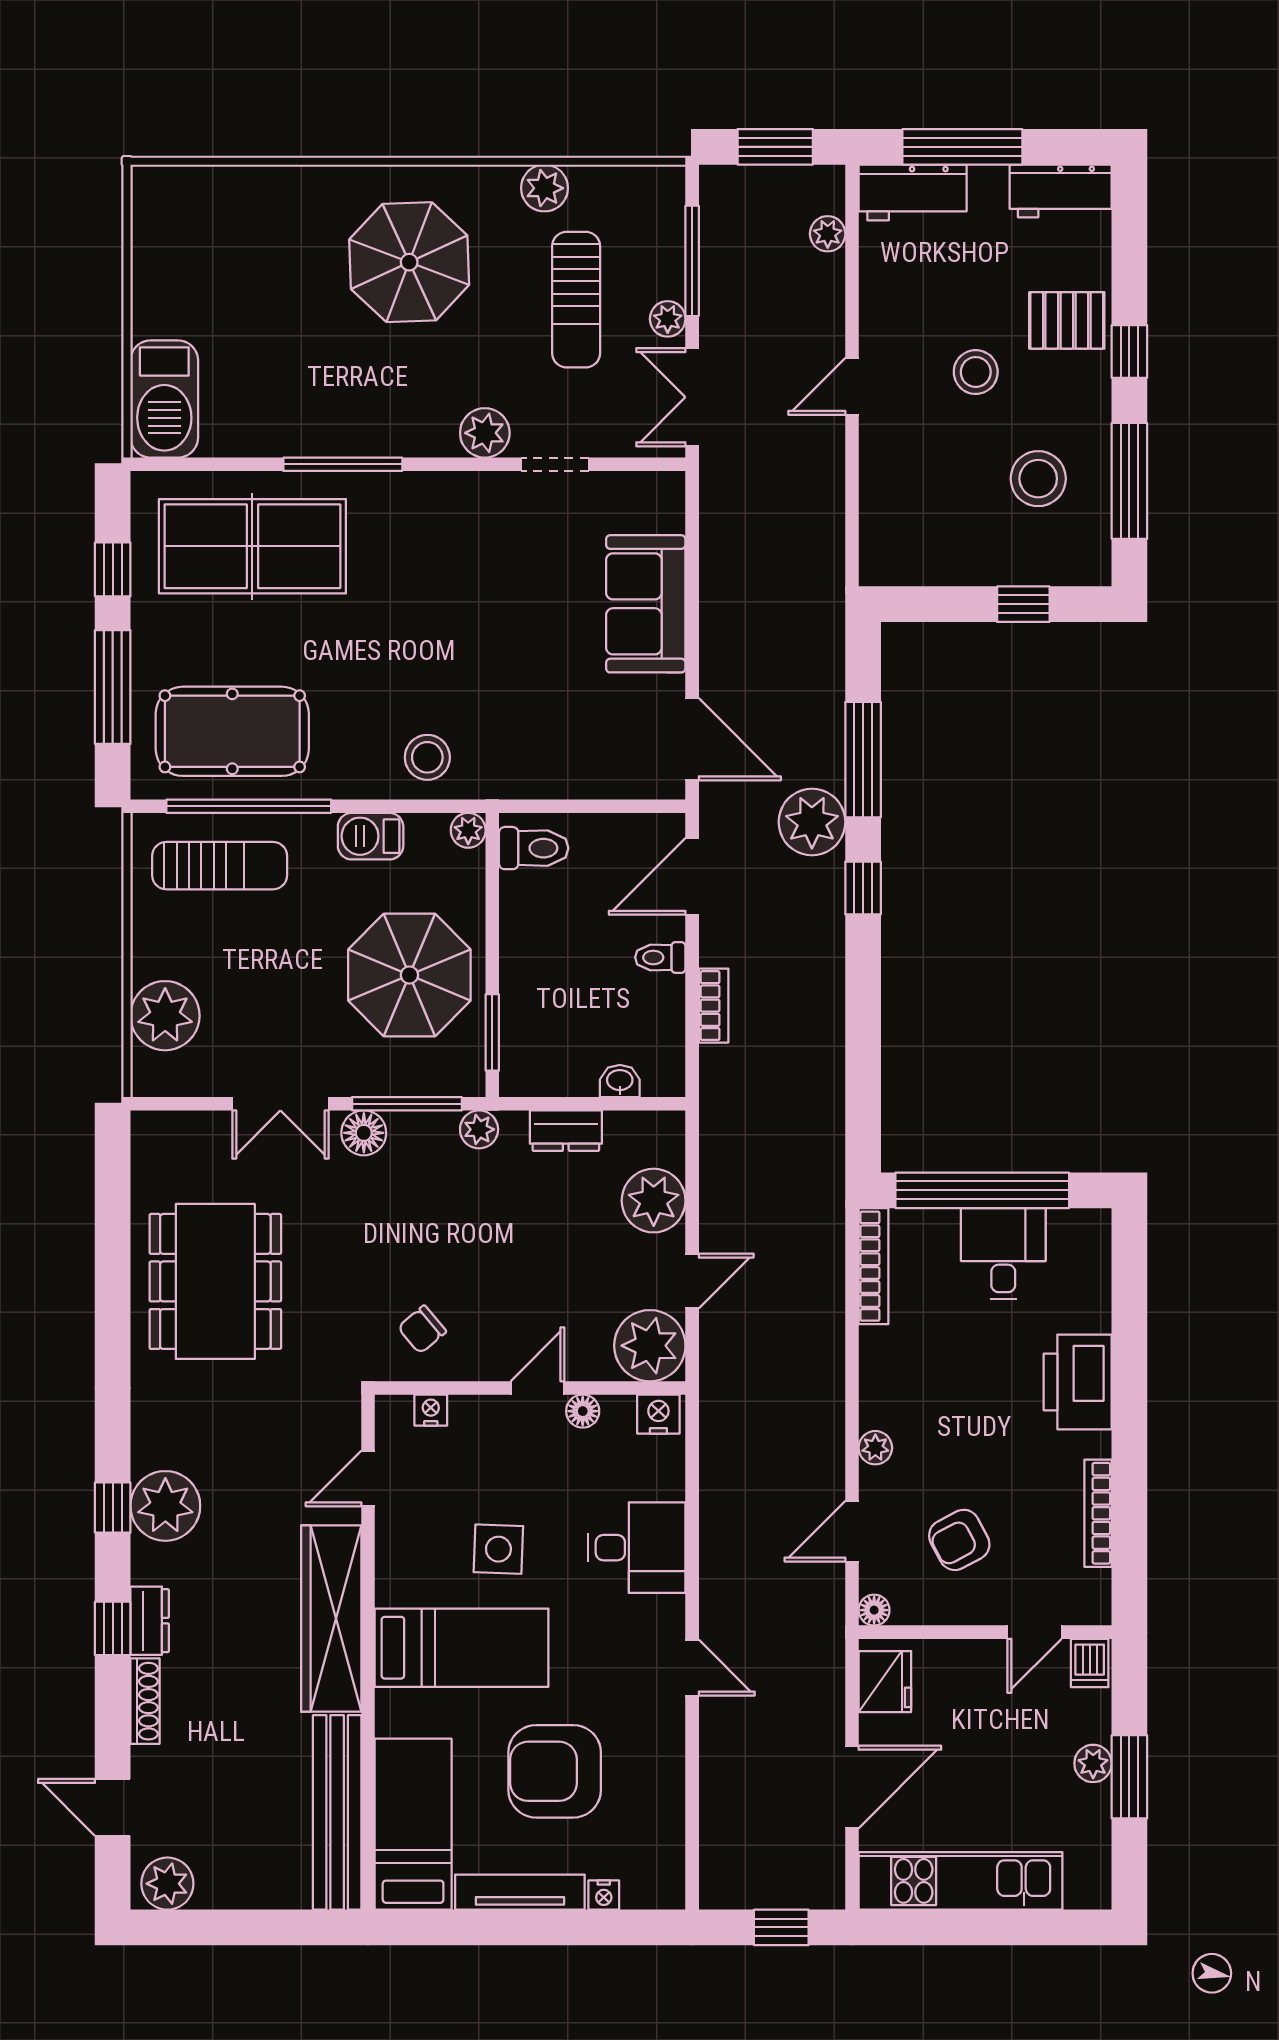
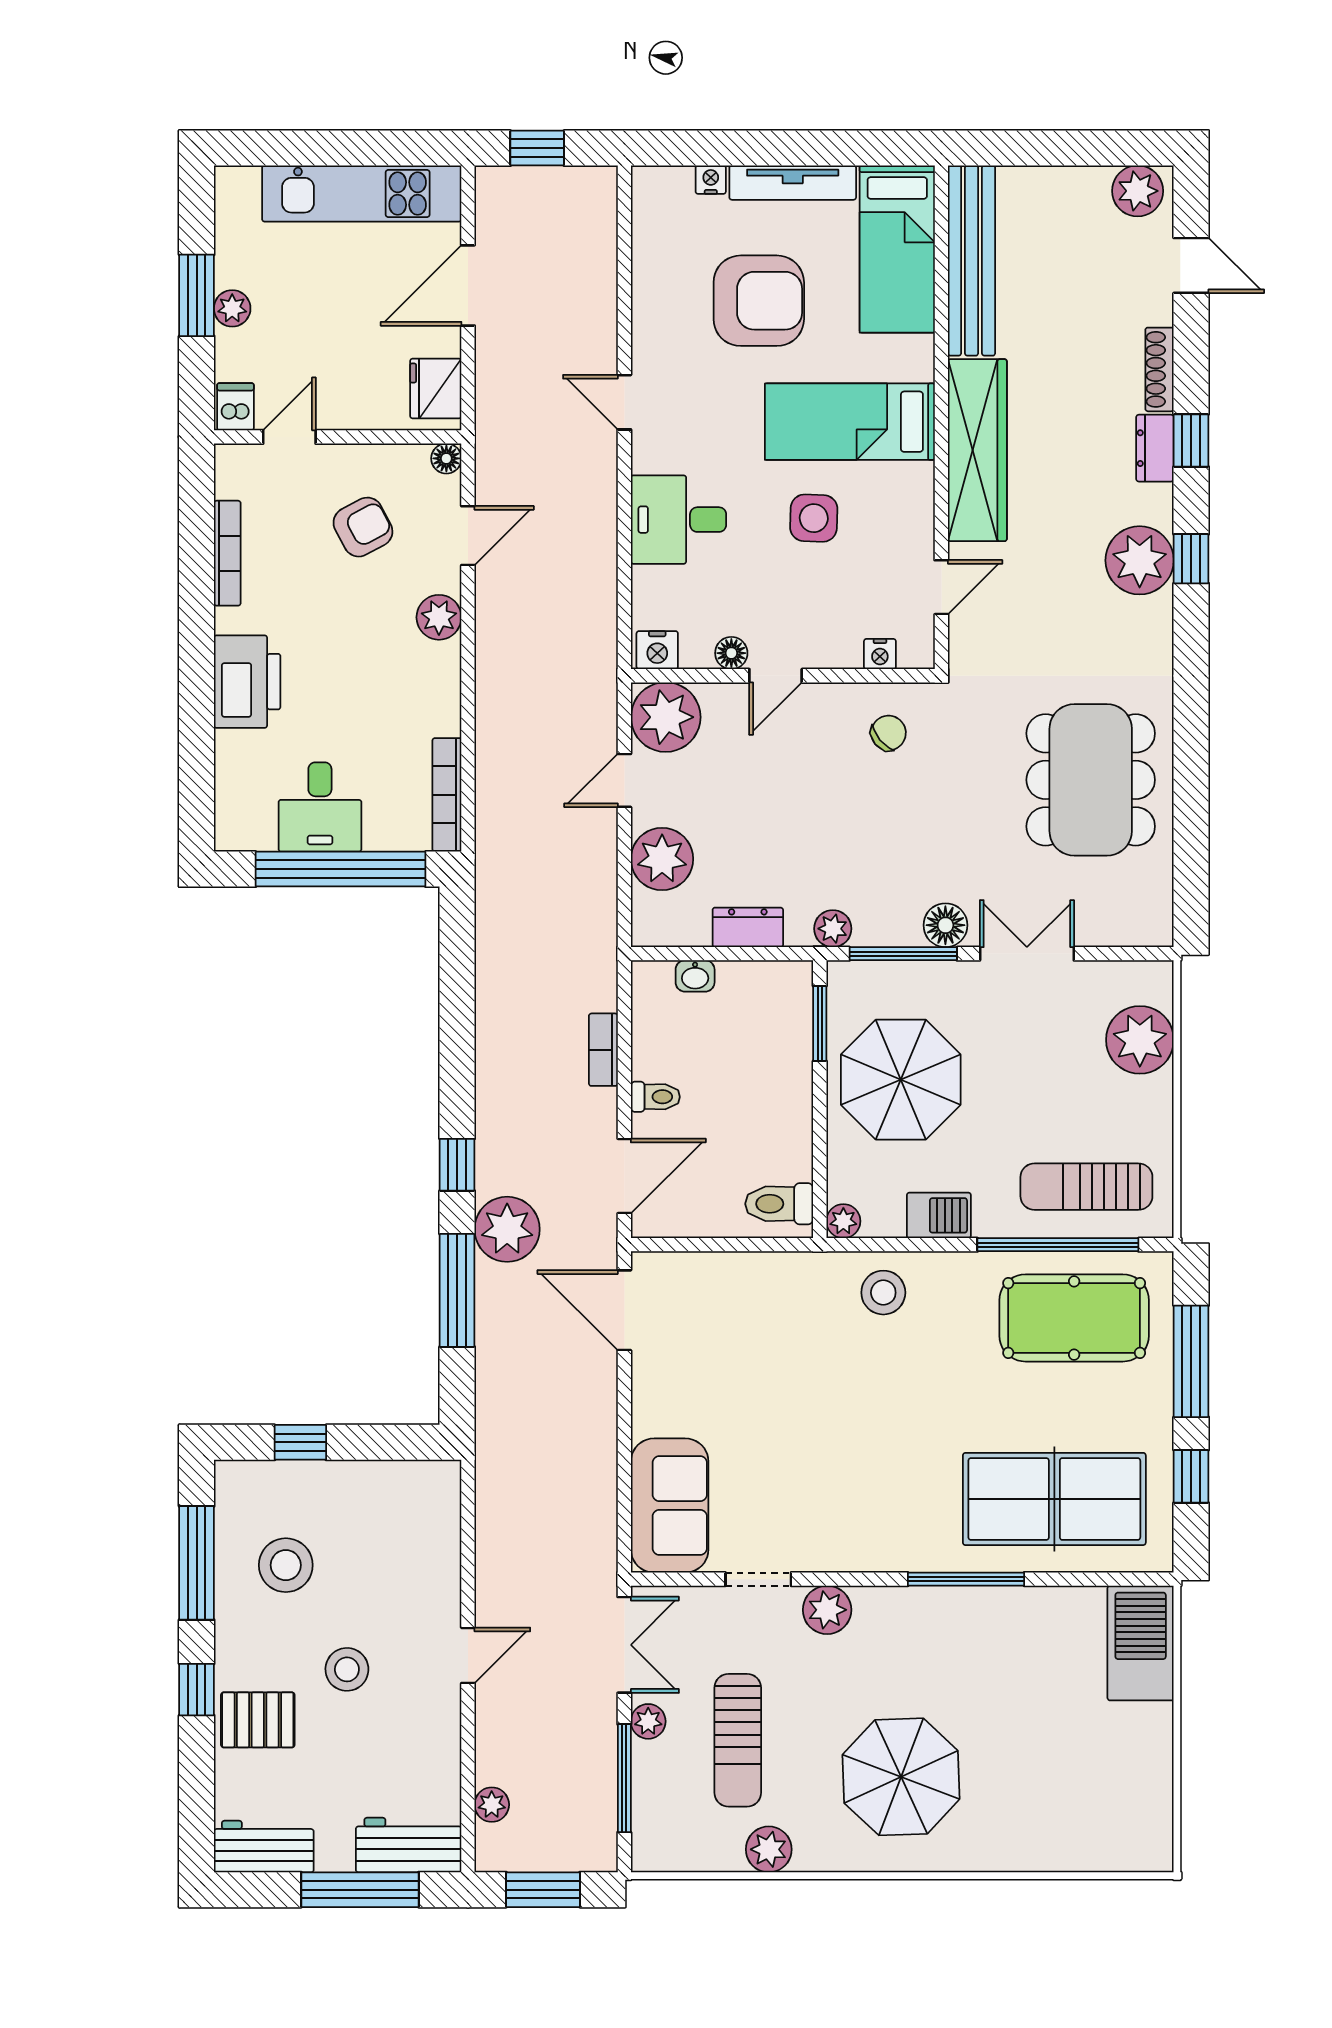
sun lounger: (576, 300) -> (738, 1740), turned 180
sofa: (646, 604) -> (670, 1505), moved
plant: (875, 1448) -> (439, 617), width x1.38, depth x1.38

